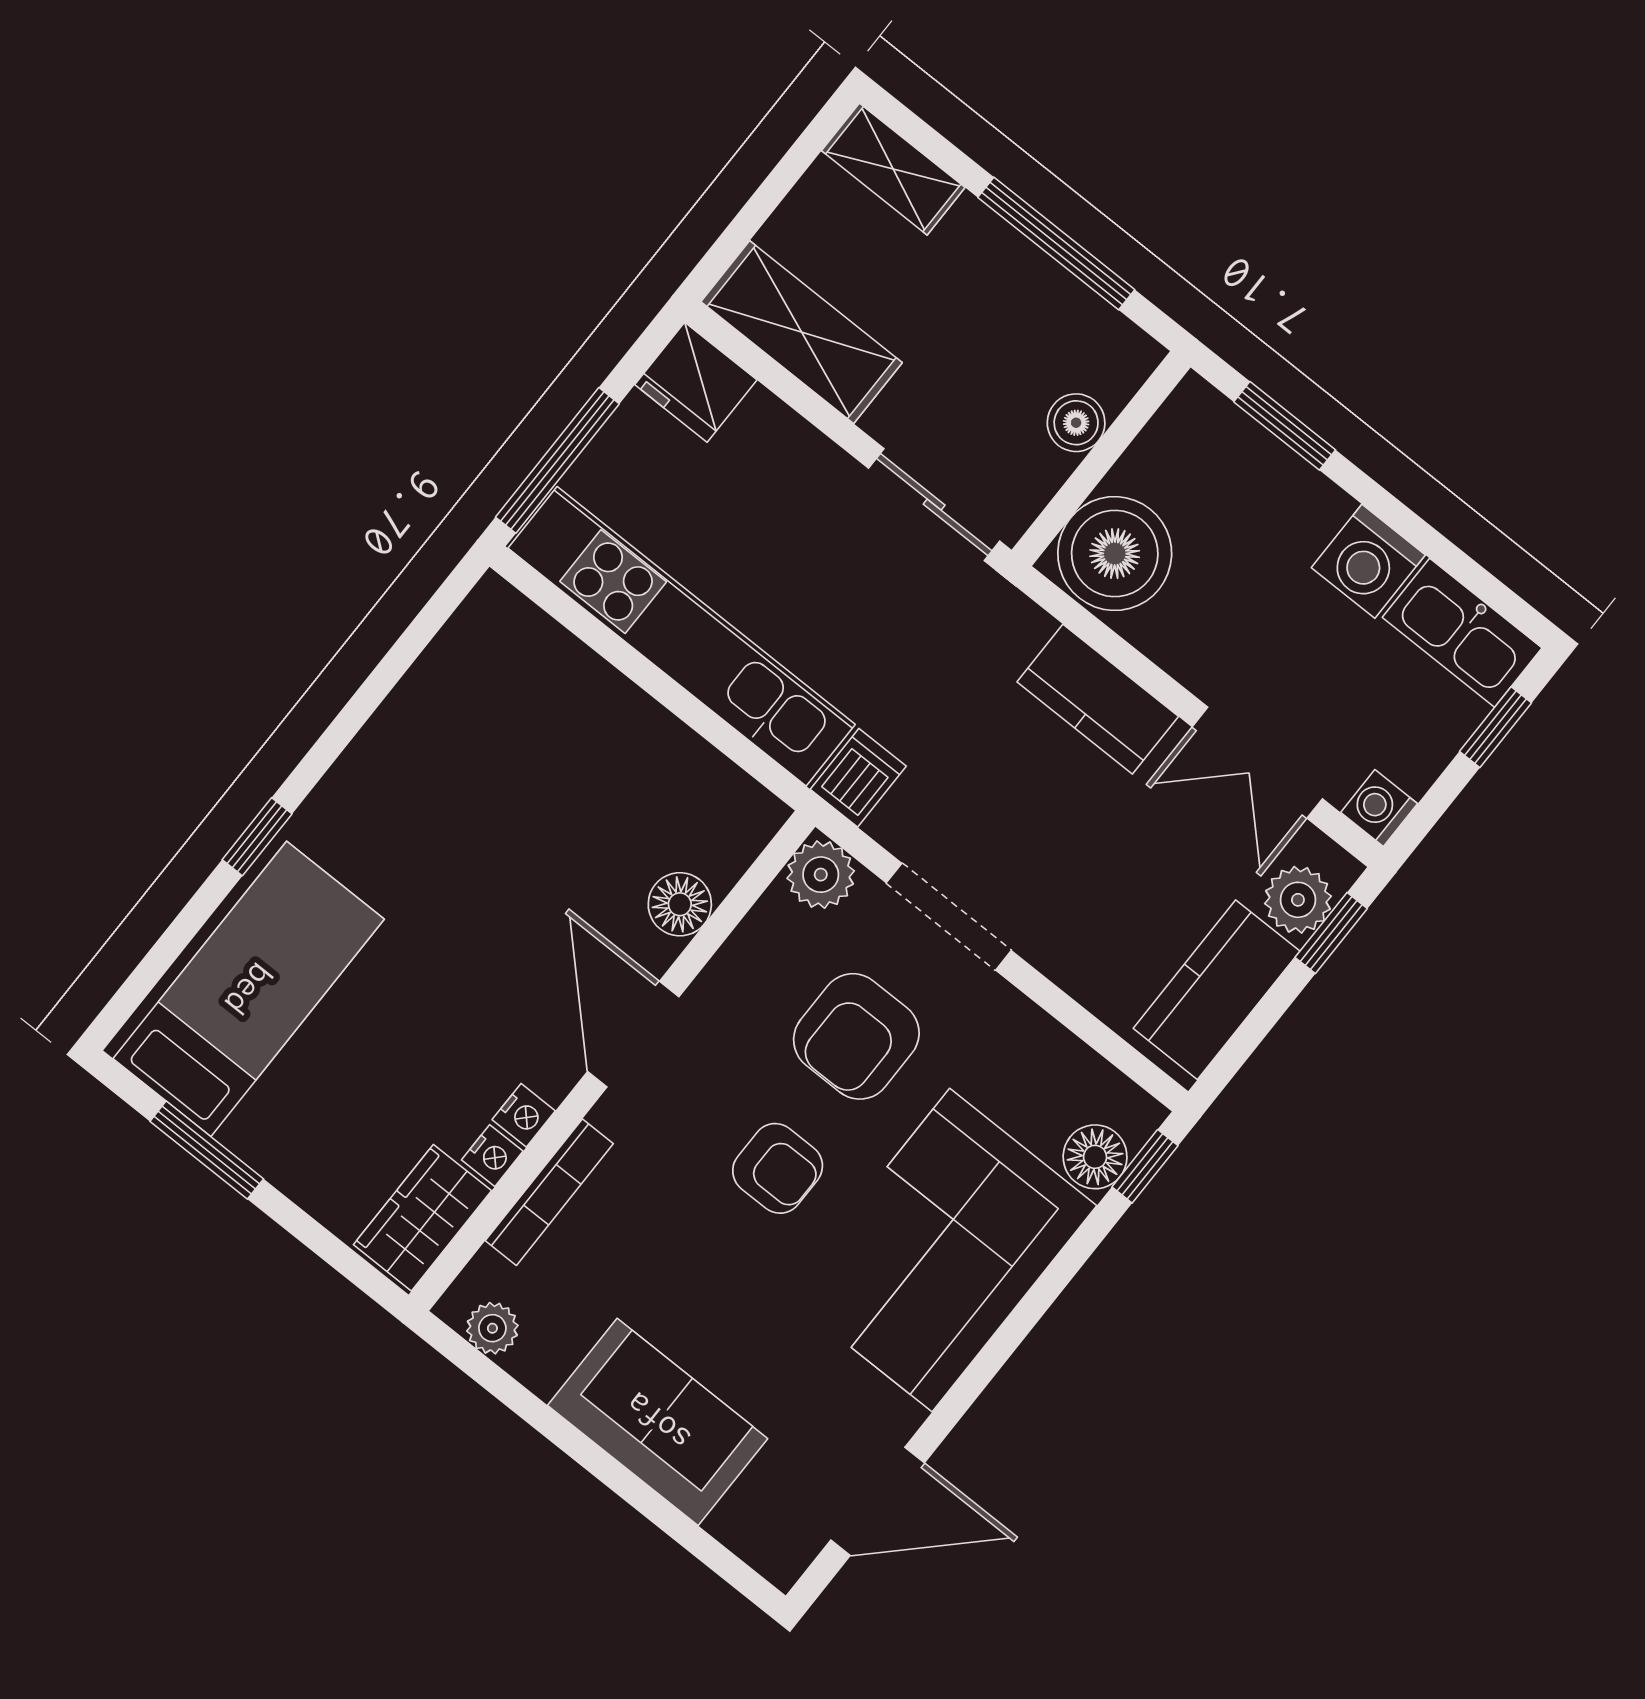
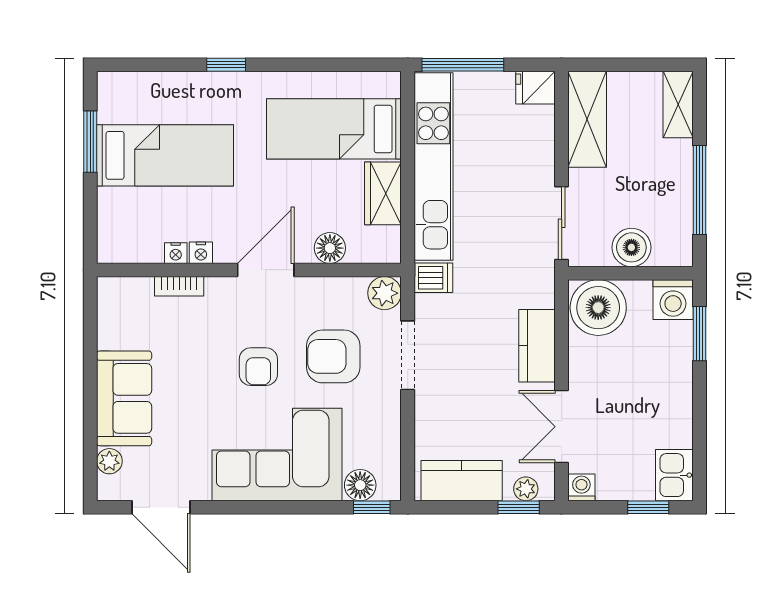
fridge: (696, 382) -> (535, 88), width x0.72
boiler: (1076, 423) -> (631, 247), width x1.36, depth x1.36
washing machine: (1368, 561) -> (673, 300), moved, turned -90
kitchen sink: (1462, 633) -> (674, 475), width x0.73
bed: (496, 747) -> (334, 129), added
plant: (1298, 900) -> (526, 489), width x0.73, depth x0.73
bed: (249, 989) -> (165, 155), moved
bookcase: (549, 1192) -> (179, 286), width x0.64
wardrobe: (422, 1218) -> (383, 193), moved, turned -90
plant: (492, 1328) -> (109, 461), moved

